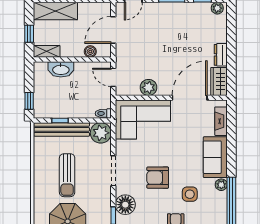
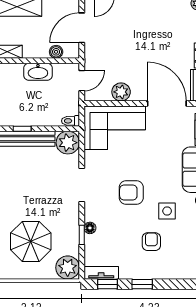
washbasin: (61, 69) -> (38, 72), moved
door: (113, 77) -> (82, 81), swing flipped
door: (190, 98) -> (167, 103), hinge flipped
sun lounger: (67, 175) -> (30, 190), removed
floor lamp: (125, 205) -> (90, 228), width x0.53, depth x0.53

